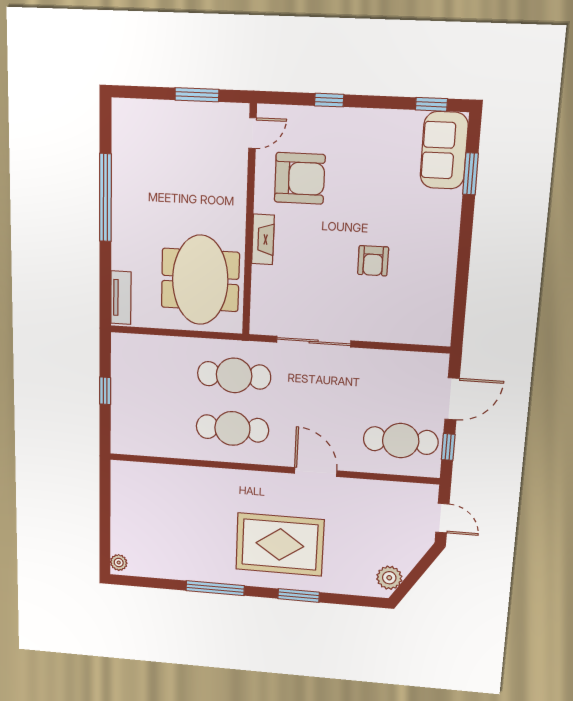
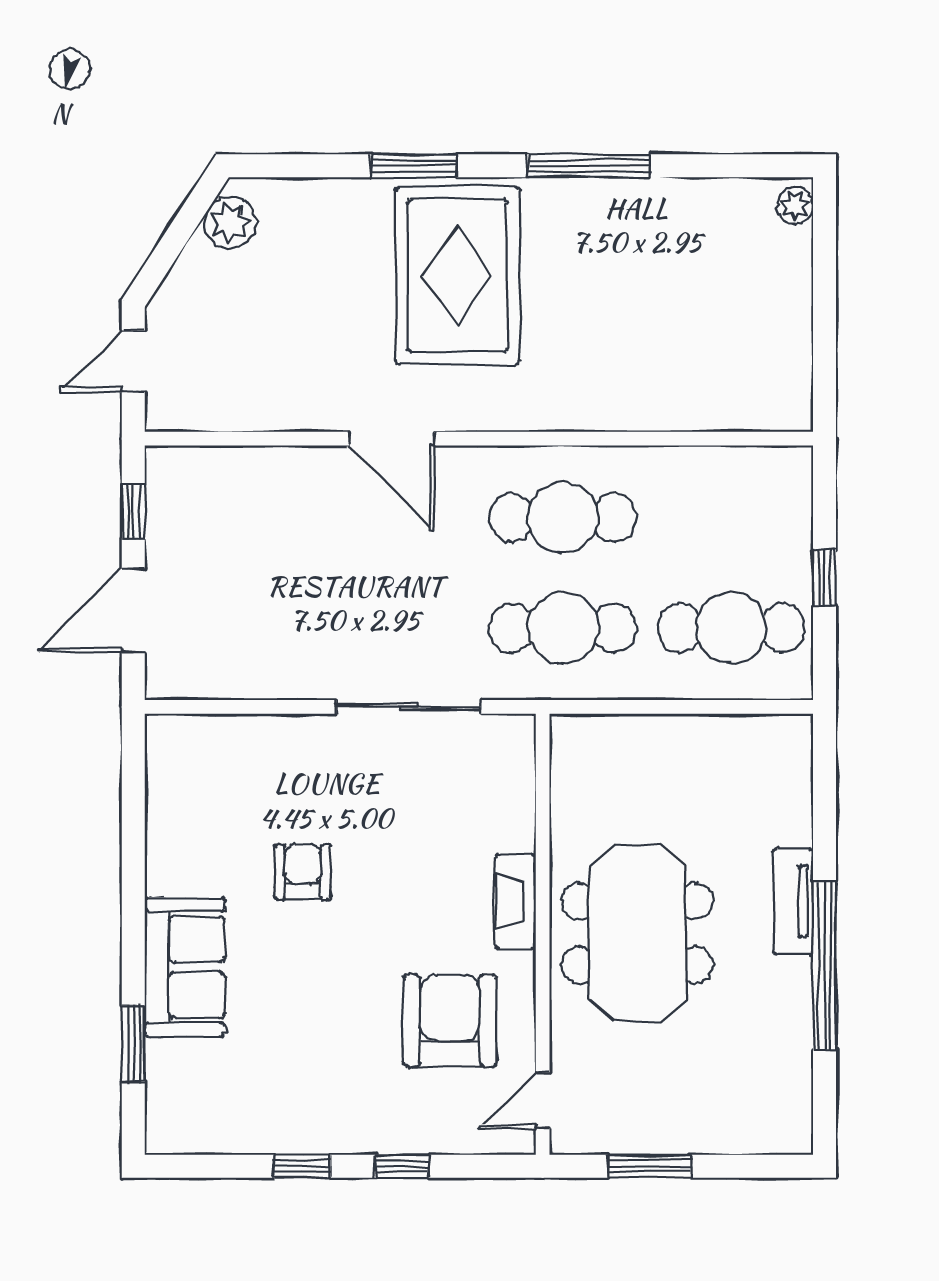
window: (431, 104) -> (302, 1166), moved
sofa: (444, 150) -> (185, 967), moved
armchair: (300, 178) -> (450, 1021), turned 90
meeting table: (200, 280) -> (637, 933), moved
tv unit: (121, 298) -> (793, 901), moved
cafe table: (401, 441) -> (731, 628), moved
door: (442, 518) -> (133, 361), hinge flipped
rug: (280, 545) -> (457, 276), turned 90

